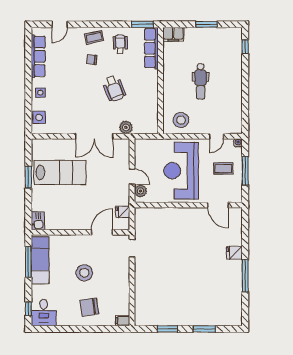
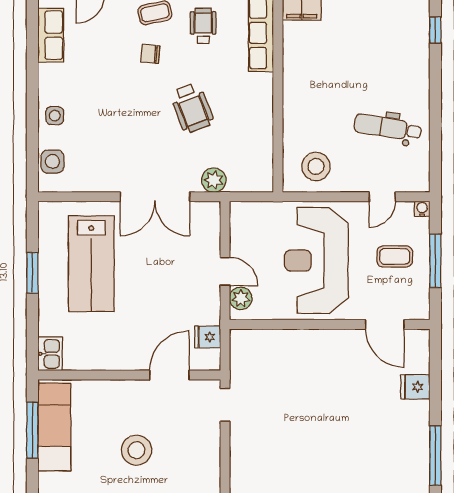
row of seats: (38, 56) -> (51, 35), width x0.68
dental chair: (201, 81) -> (388, 128), moved, turned 99
lab bench: (60, 172) -> (91, 264), turned 90
fridge: (234, 253) -> (415, 387), moved

